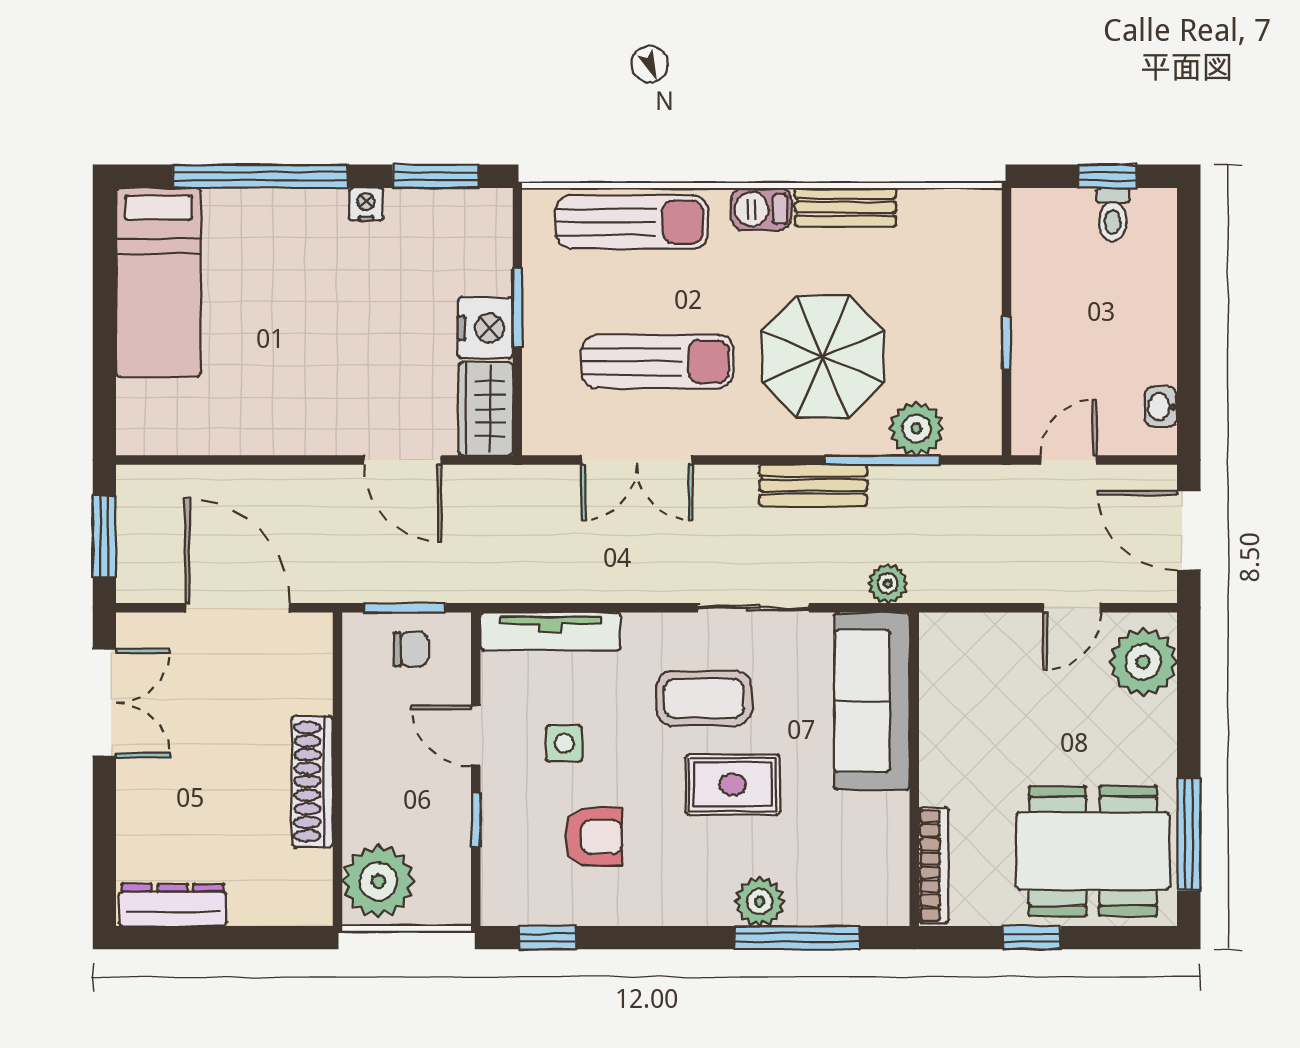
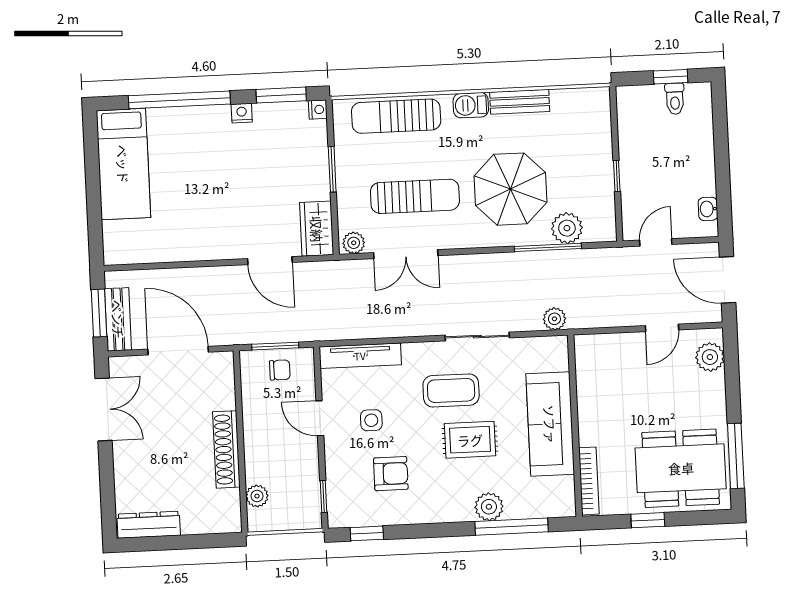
sun lounger: (632, 222) -> (396, 116), turned 180
nightstand: (485, 328) -> (318, 110), moved, width x0.53, depth x0.56
plant: (548, 436) -> (354, 243), added
bench: (813, 485) -> (118, 319), moved, turned 90
plant: (1143, 662) -> (710, 357), width x0.73, depth x0.73
sofa: (872, 701) -> (550, 424), moved
window: (476, 820) -> (324, 496), moved
plant: (378, 881) -> (257, 496), width x0.53, depth x0.53

